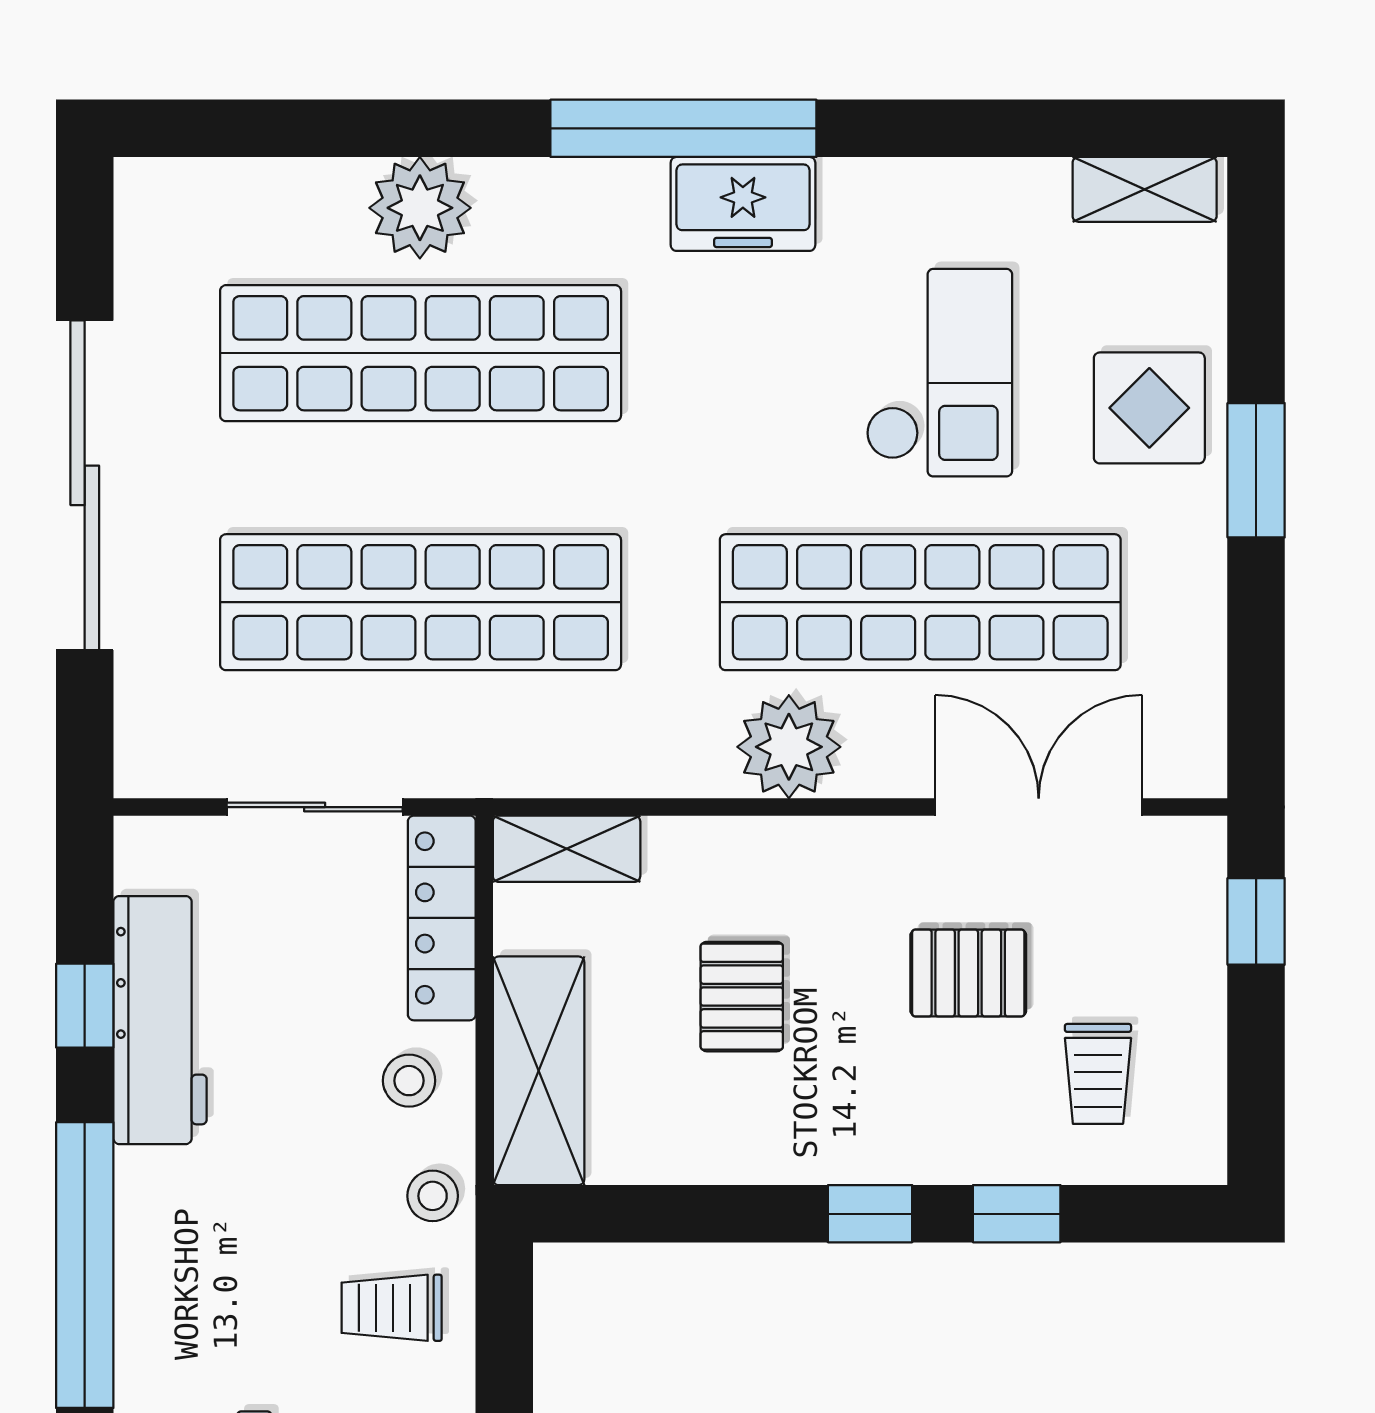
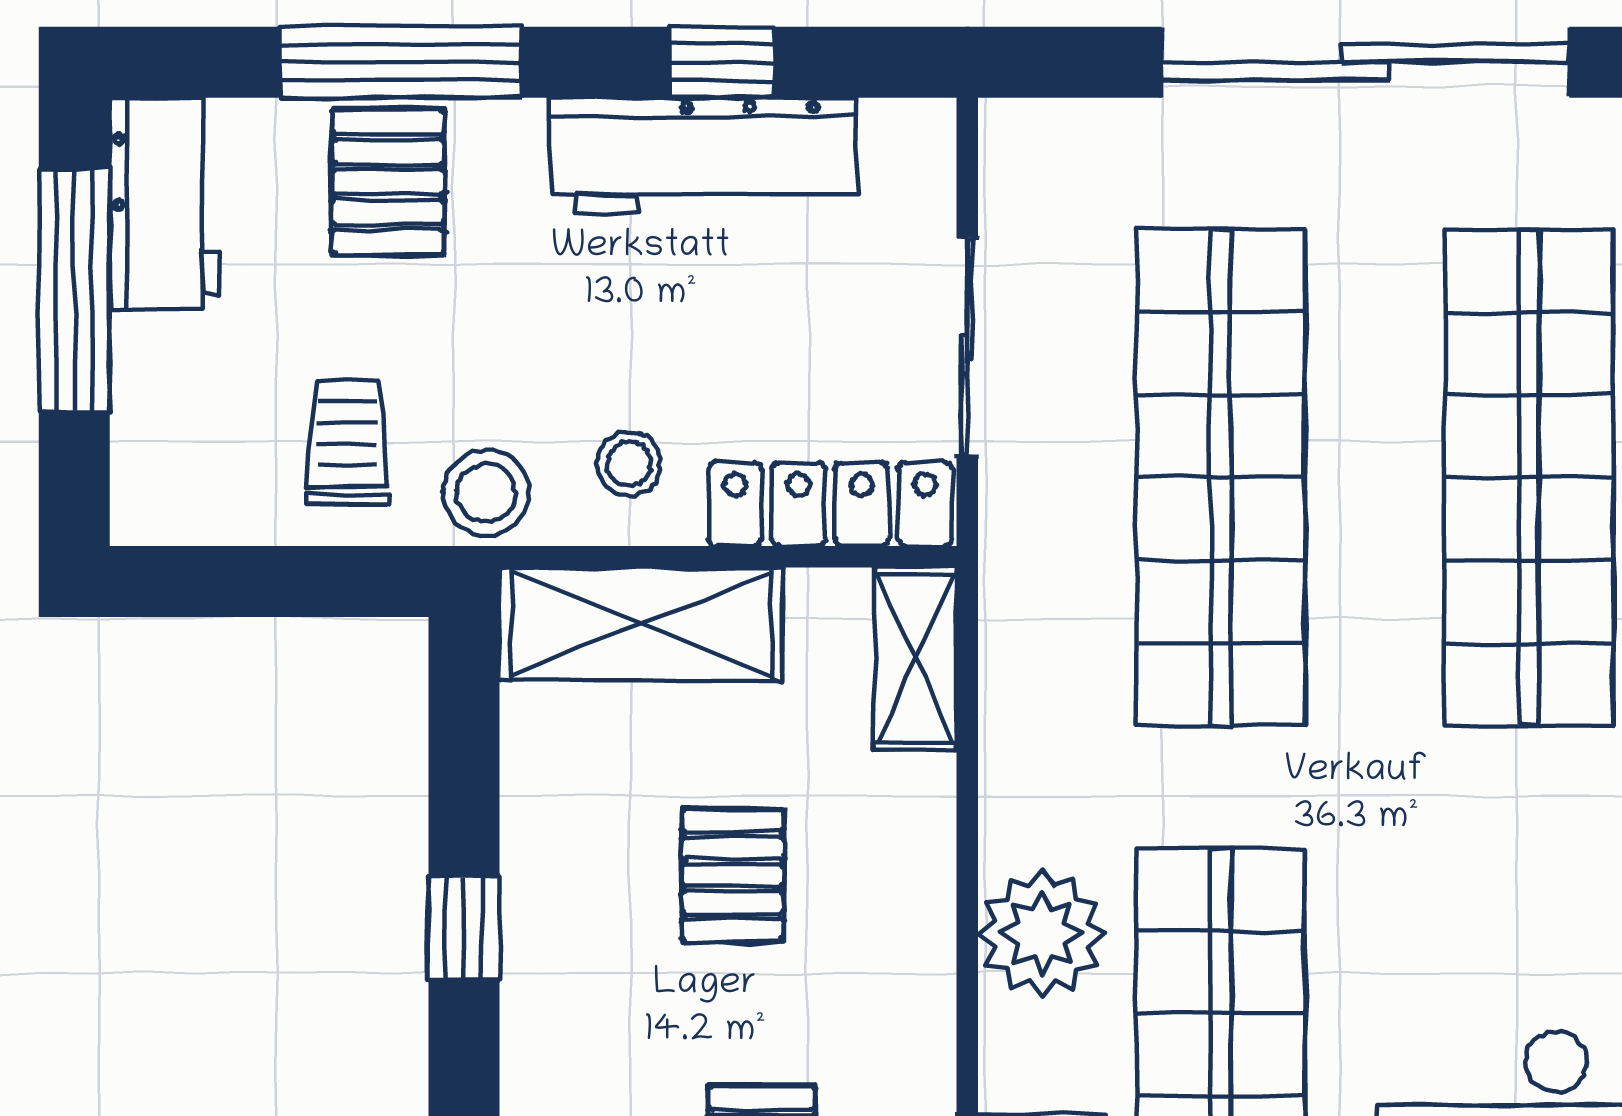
pallet: (742, 997) -> (733, 875), turned 90
stool: (433, 1196) -> (486, 493), width x1.37, depth x1.37
window: (870, 1214) -> (464, 928), moved
window: (85, 1265) -> (401, 62), width x0.68
pallet: (182, 1275) -> (388, 182), added

